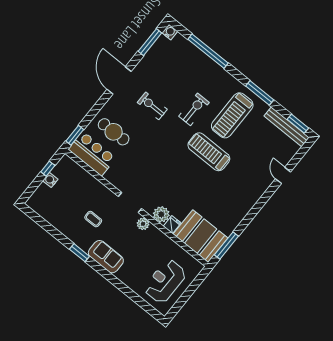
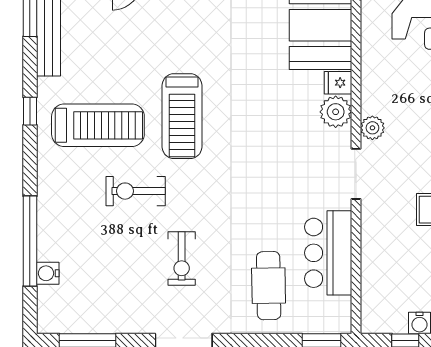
water cooler: (170, 32) -> (48, 273), moved
window: (260, 93) -> (30, 111), width x0.46
bar counter: (92, 154) -> (328, 253), moved

